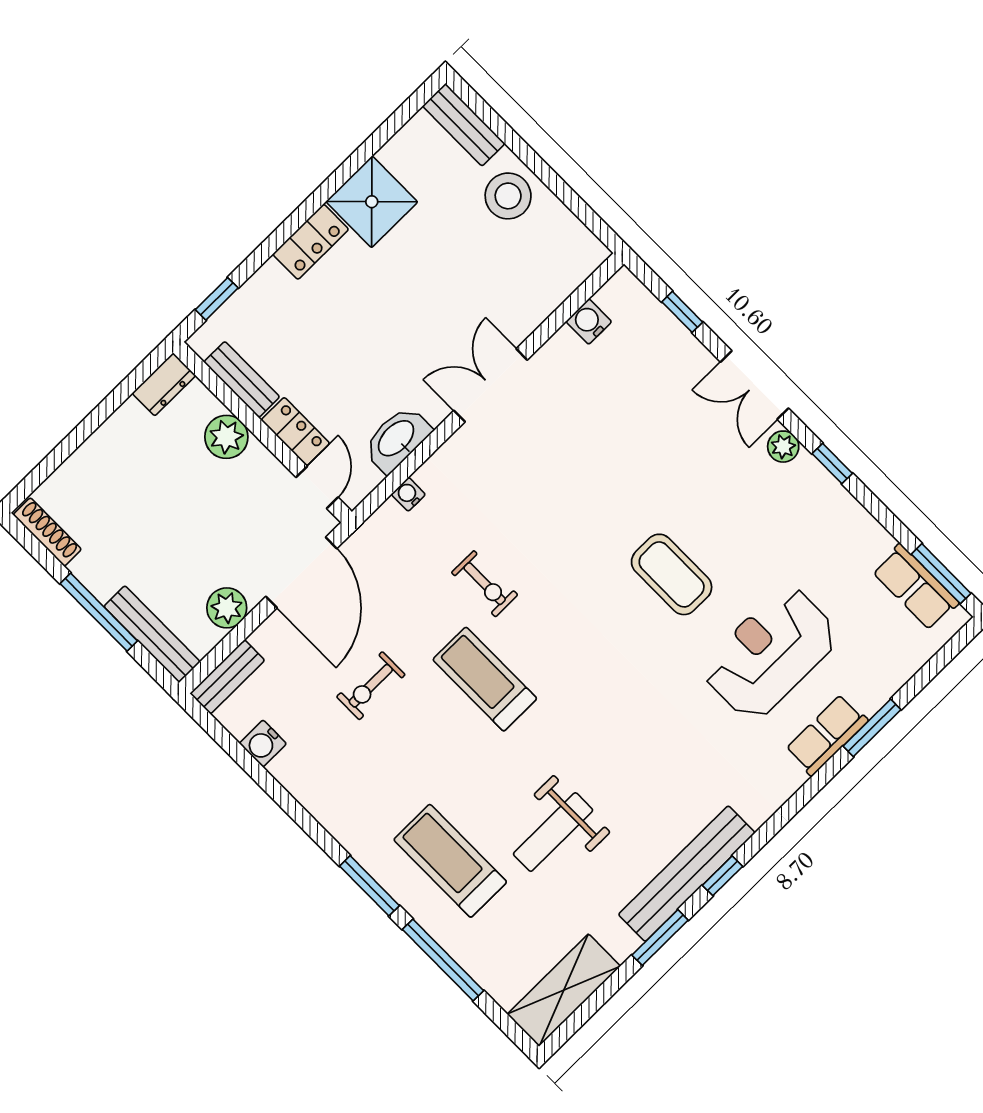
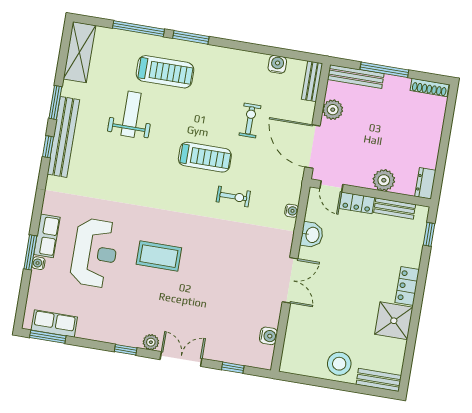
washbasin: (397, 439) -> (312, 235), width x0.72
exercise bike: (485, 584) -> (233, 197), turned 180
water cooler: (871, 701) -> (39, 263), added

